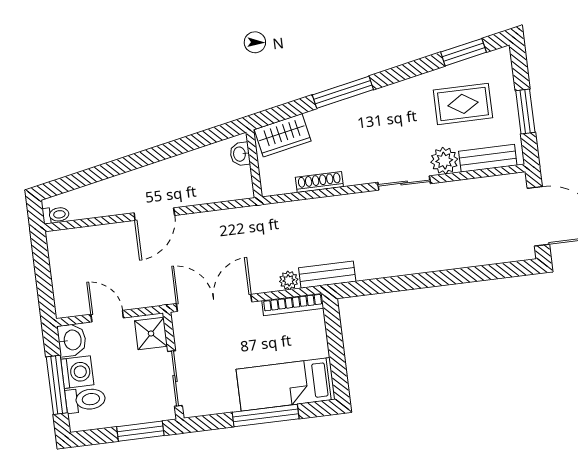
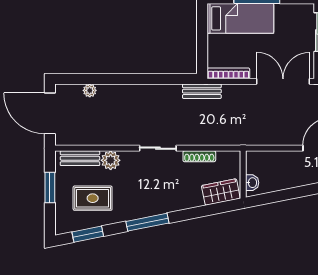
window: (343, 92) -> (147, 222), moved
sliding door: (404, 183) -> (158, 148), moved
plant: (289, 280) -> (90, 90), moved
double door: (214, 303) -> (283, 81), swing flipped

